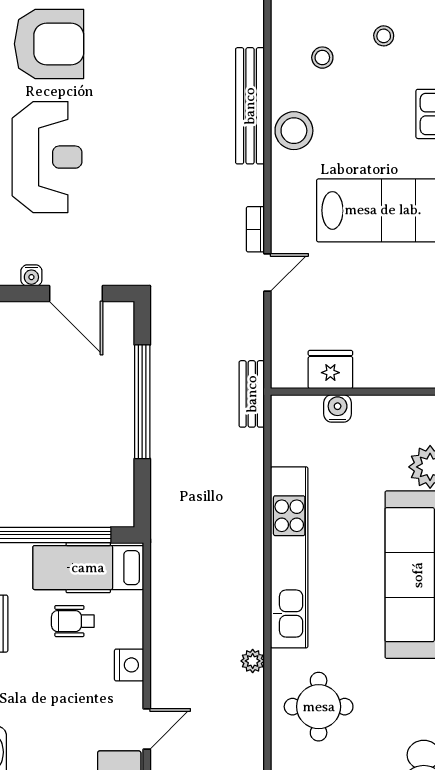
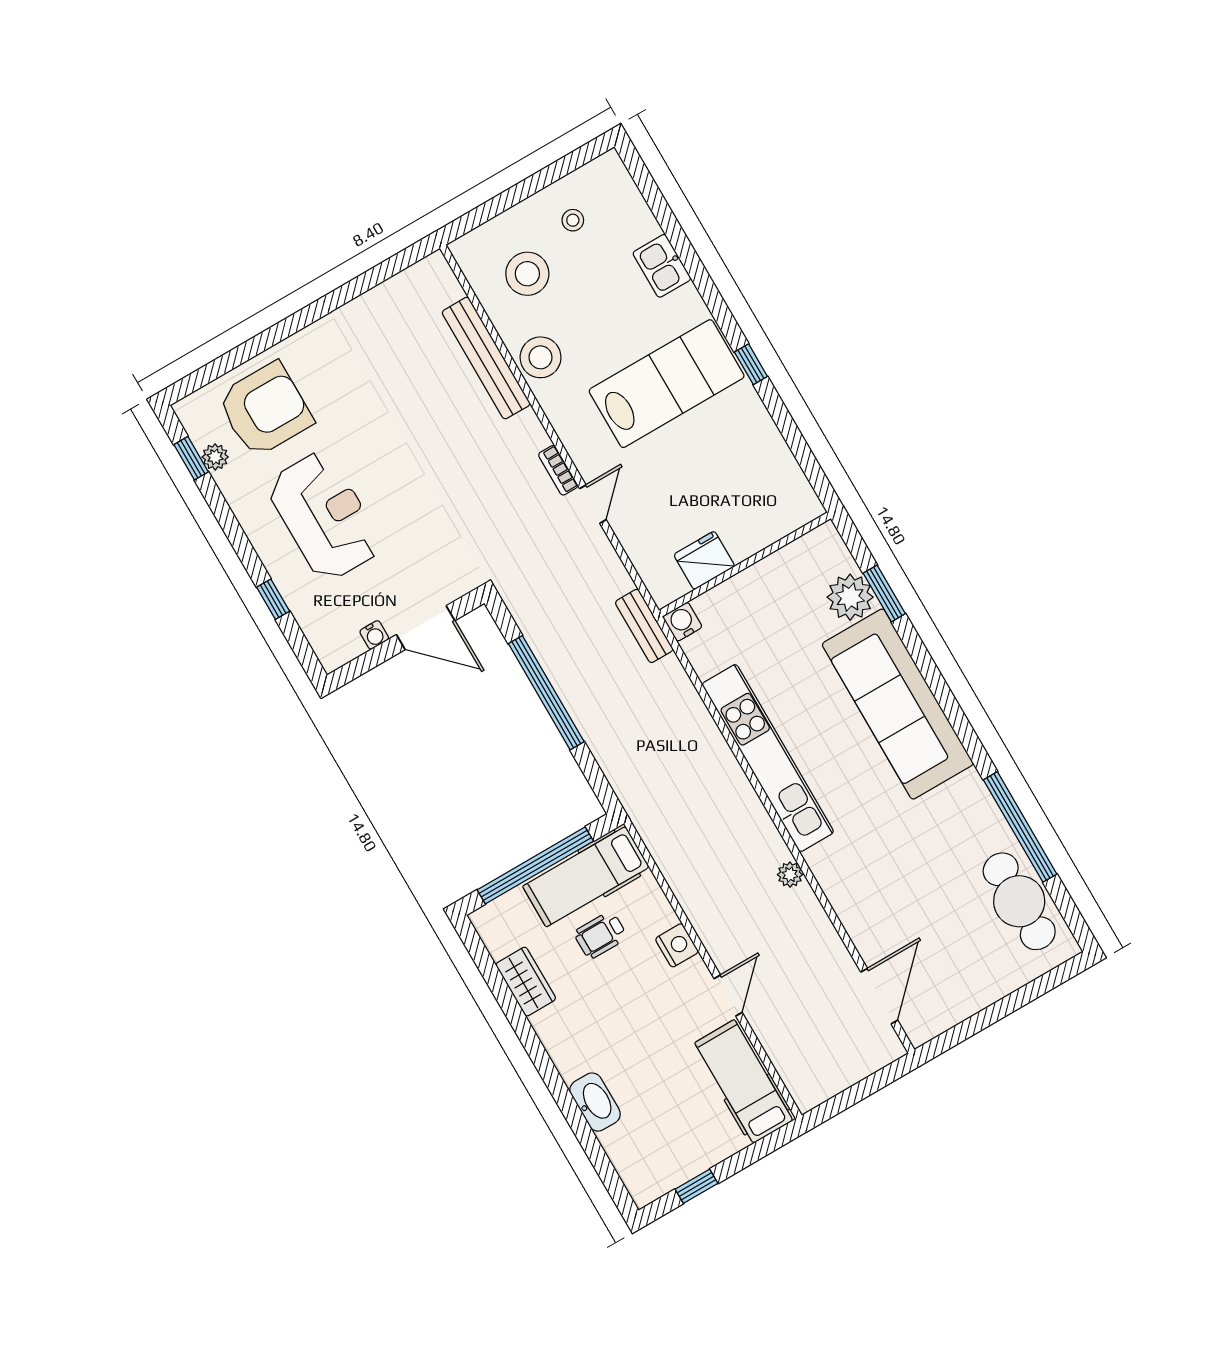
stool: (322, 58) -> (527, 274), width x1.89, depth x1.89
water cooler: (338, 408) -> (682, 622), moved
round table: (319, 707) -> (876, 881), removed

